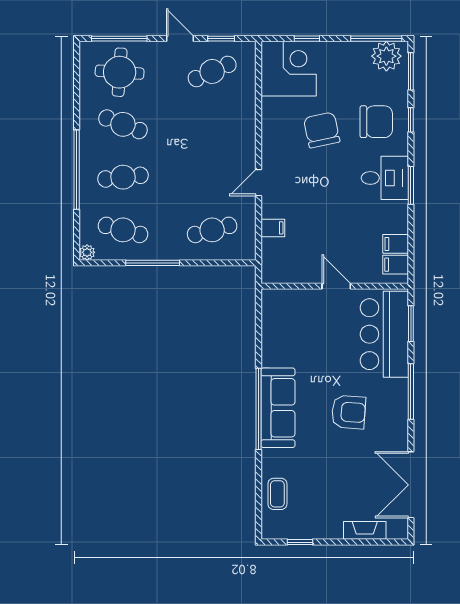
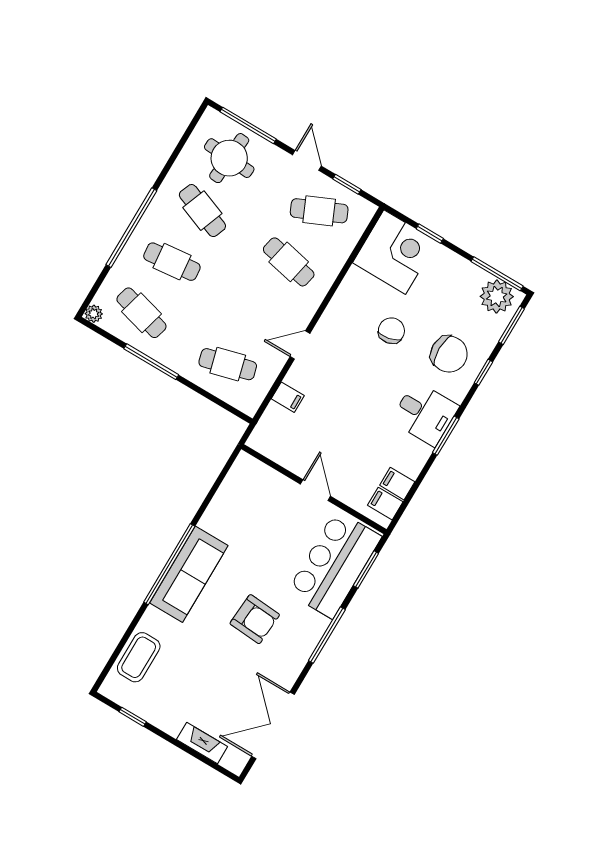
cafe table: (212, 124) -> (289, 262), added
chair: (322, 130) -> (391, 331), width x0.73, depth x0.73
coffee table: (277, 494) -> (139, 657), width x1.36, depth x1.30

